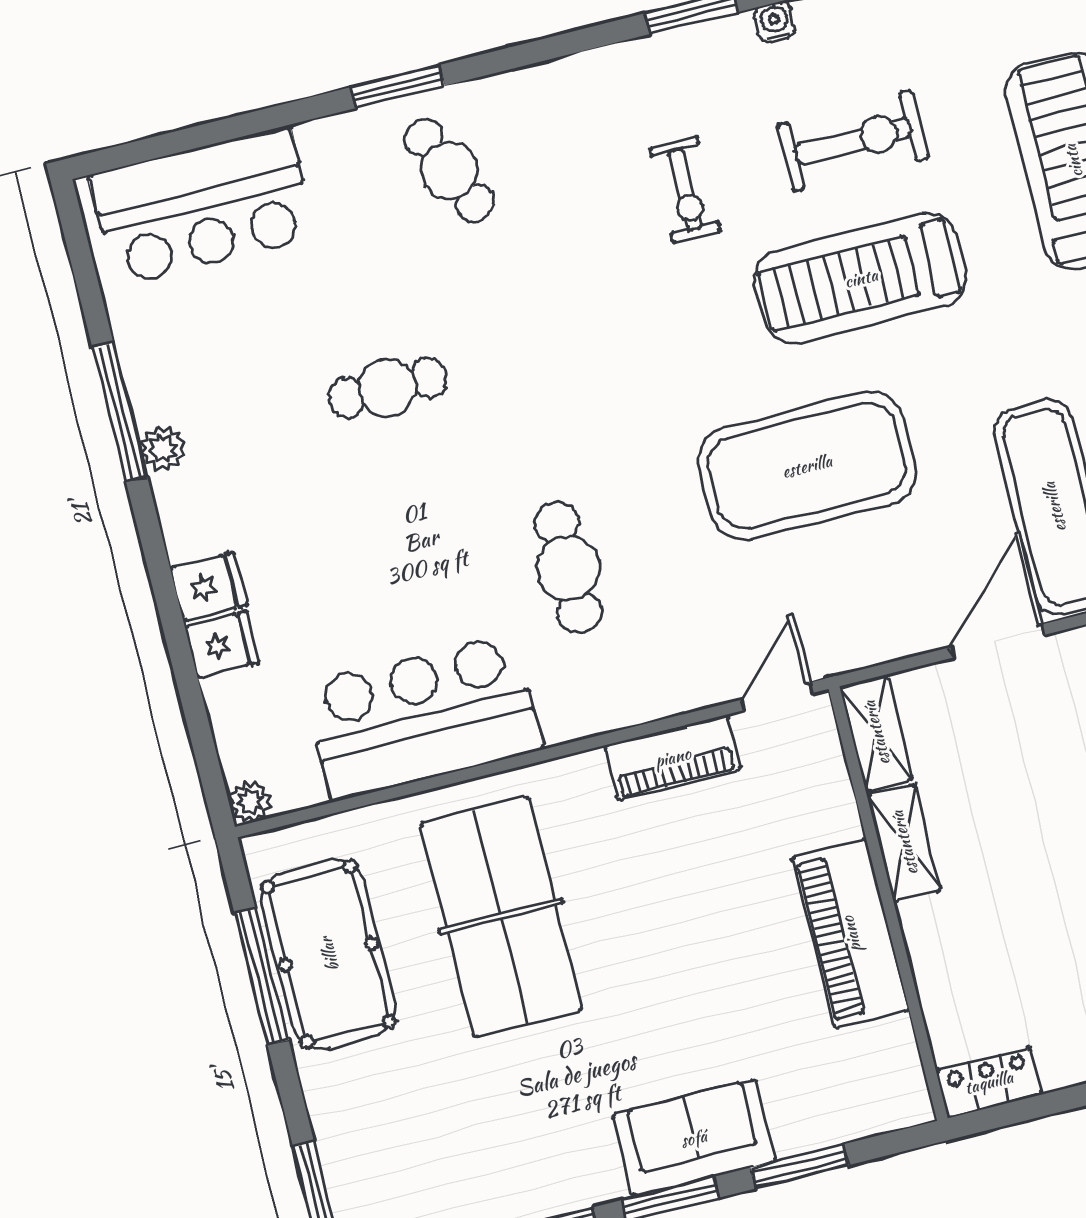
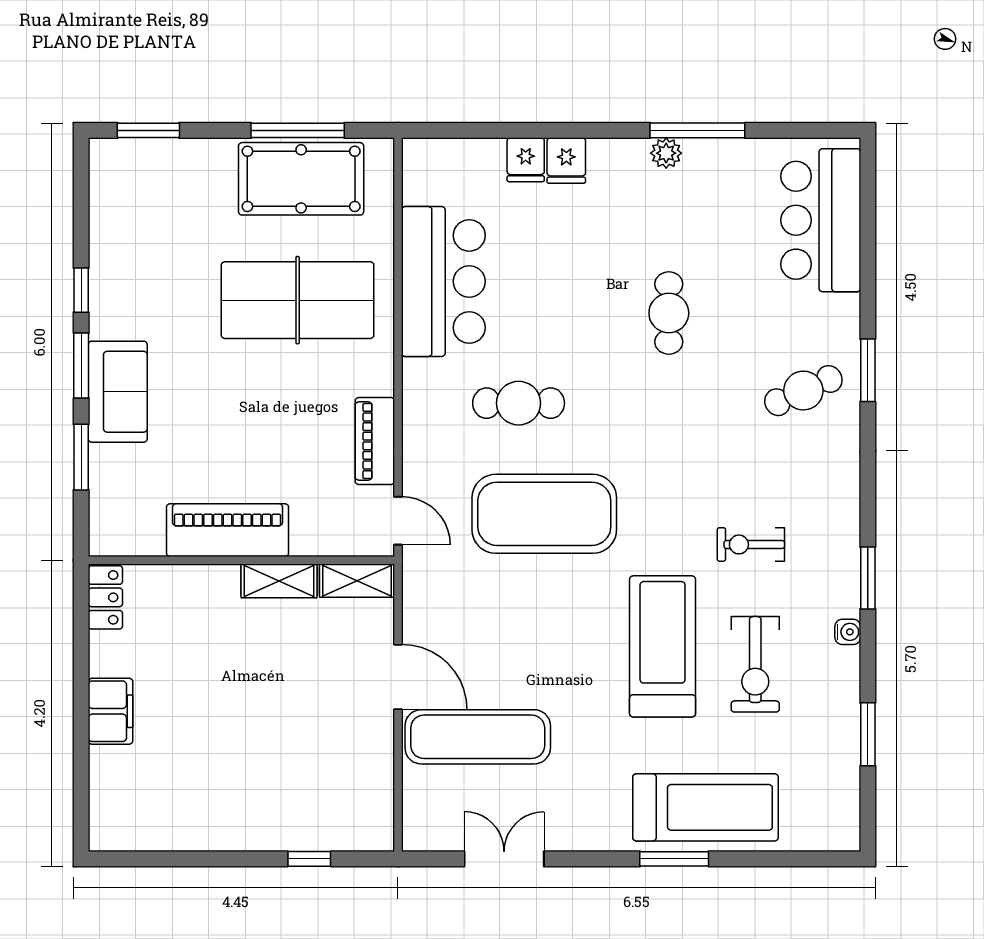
exercise mat: (807, 466) -> (544, 514), moved, turned 90
plant: (250, 802) -> (416, 152), removed

